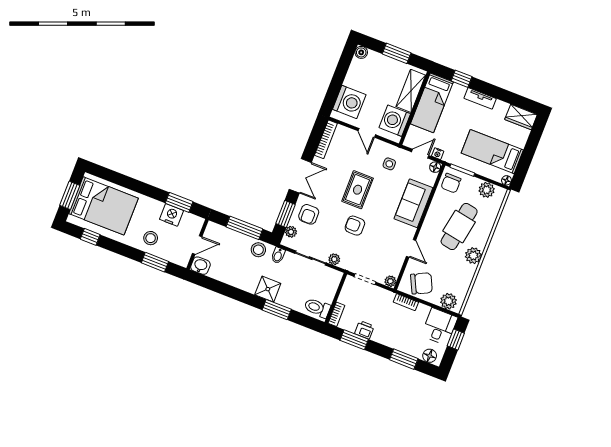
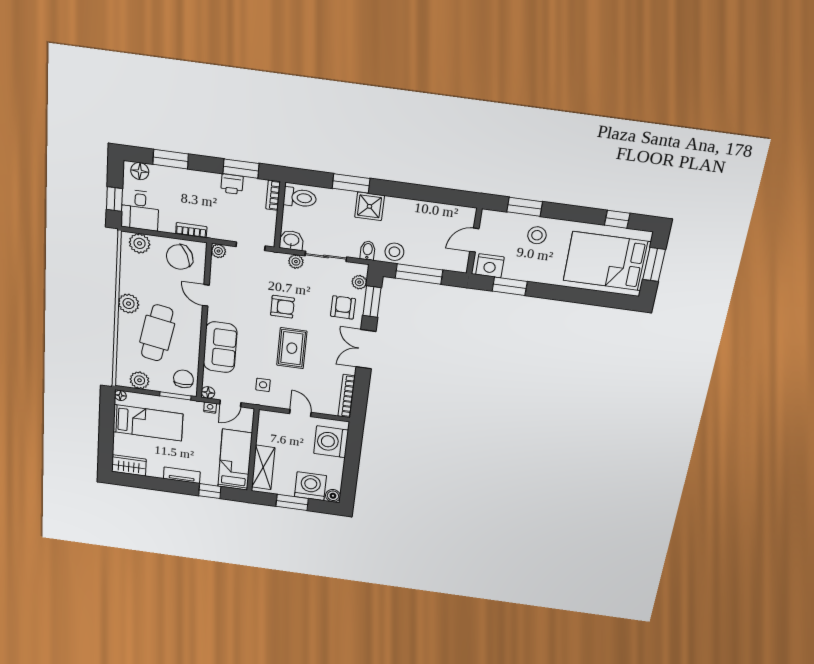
washing machine: (395, 121) -> (310, 486), moved, turned -90
nightstand: (171, 215) -> (490, 266), moved
washbasin: (200, 266) -> (291, 240), moved, turned 180

